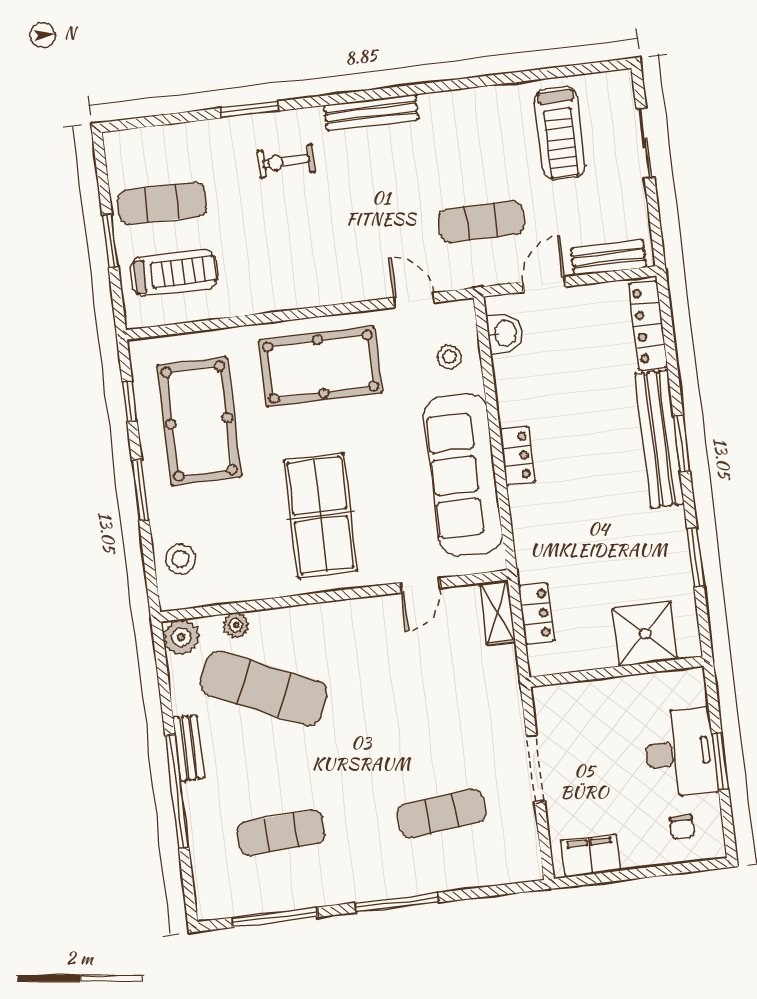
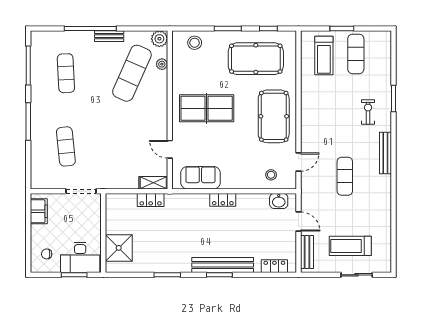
treadmill: (560, 133) -> (350, 246), moved
exercise mat: (481, 222) -> (345, 176), moved
locker: (648, 325) -> (274, 266), width x0.66
sofa: (463, 475) -> (200, 178), width x0.54, depth x0.79
shower: (645, 634) -> (119, 248), moved
wall: (617, 672) -> (103, 233), moved

